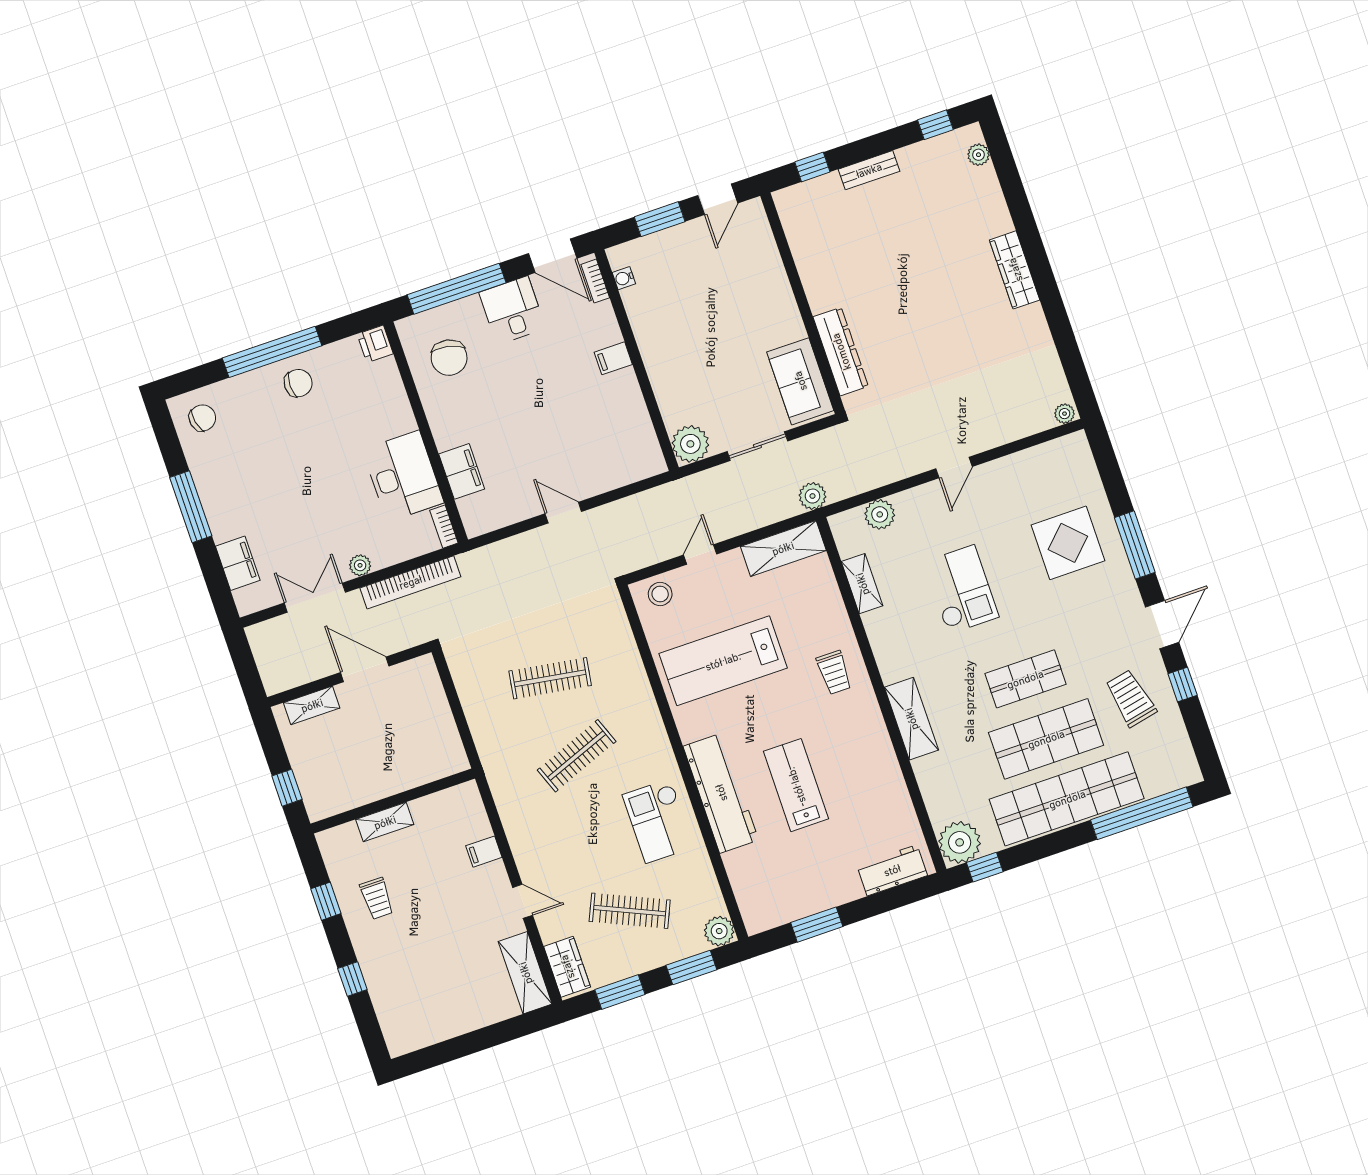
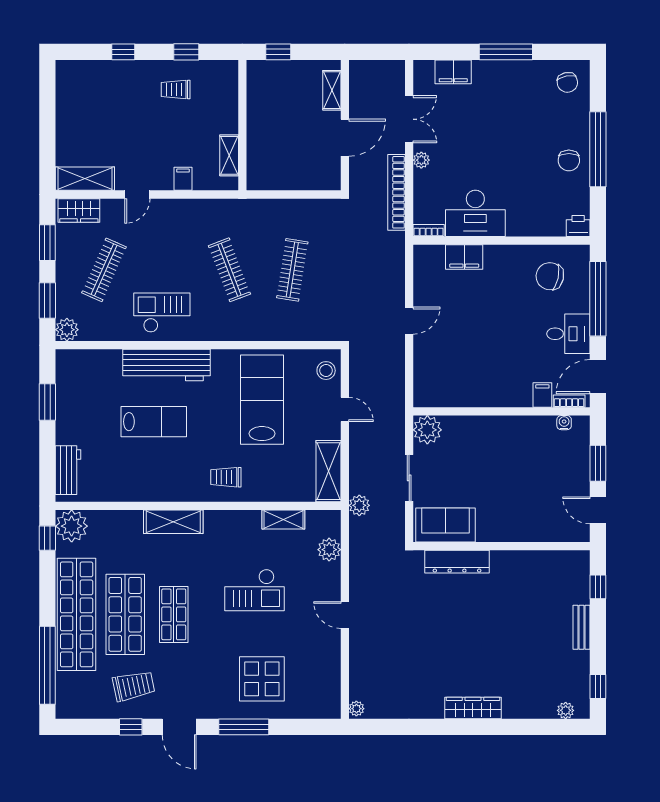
filing cabinet: (613, 358) -> (542, 395), moved
shelving: (385, 822) -> (229, 155), moved

